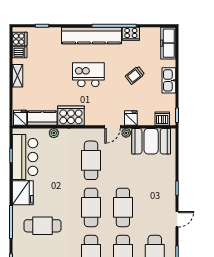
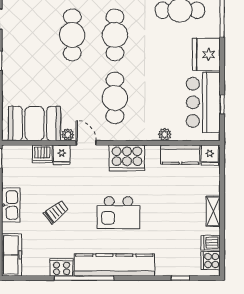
cooker: (71, 116) -> (127, 158), moved
dishwasher: (162, 119) -> (42, 154), moved
door: (113, 127) -> (86, 143), hinge flipped

